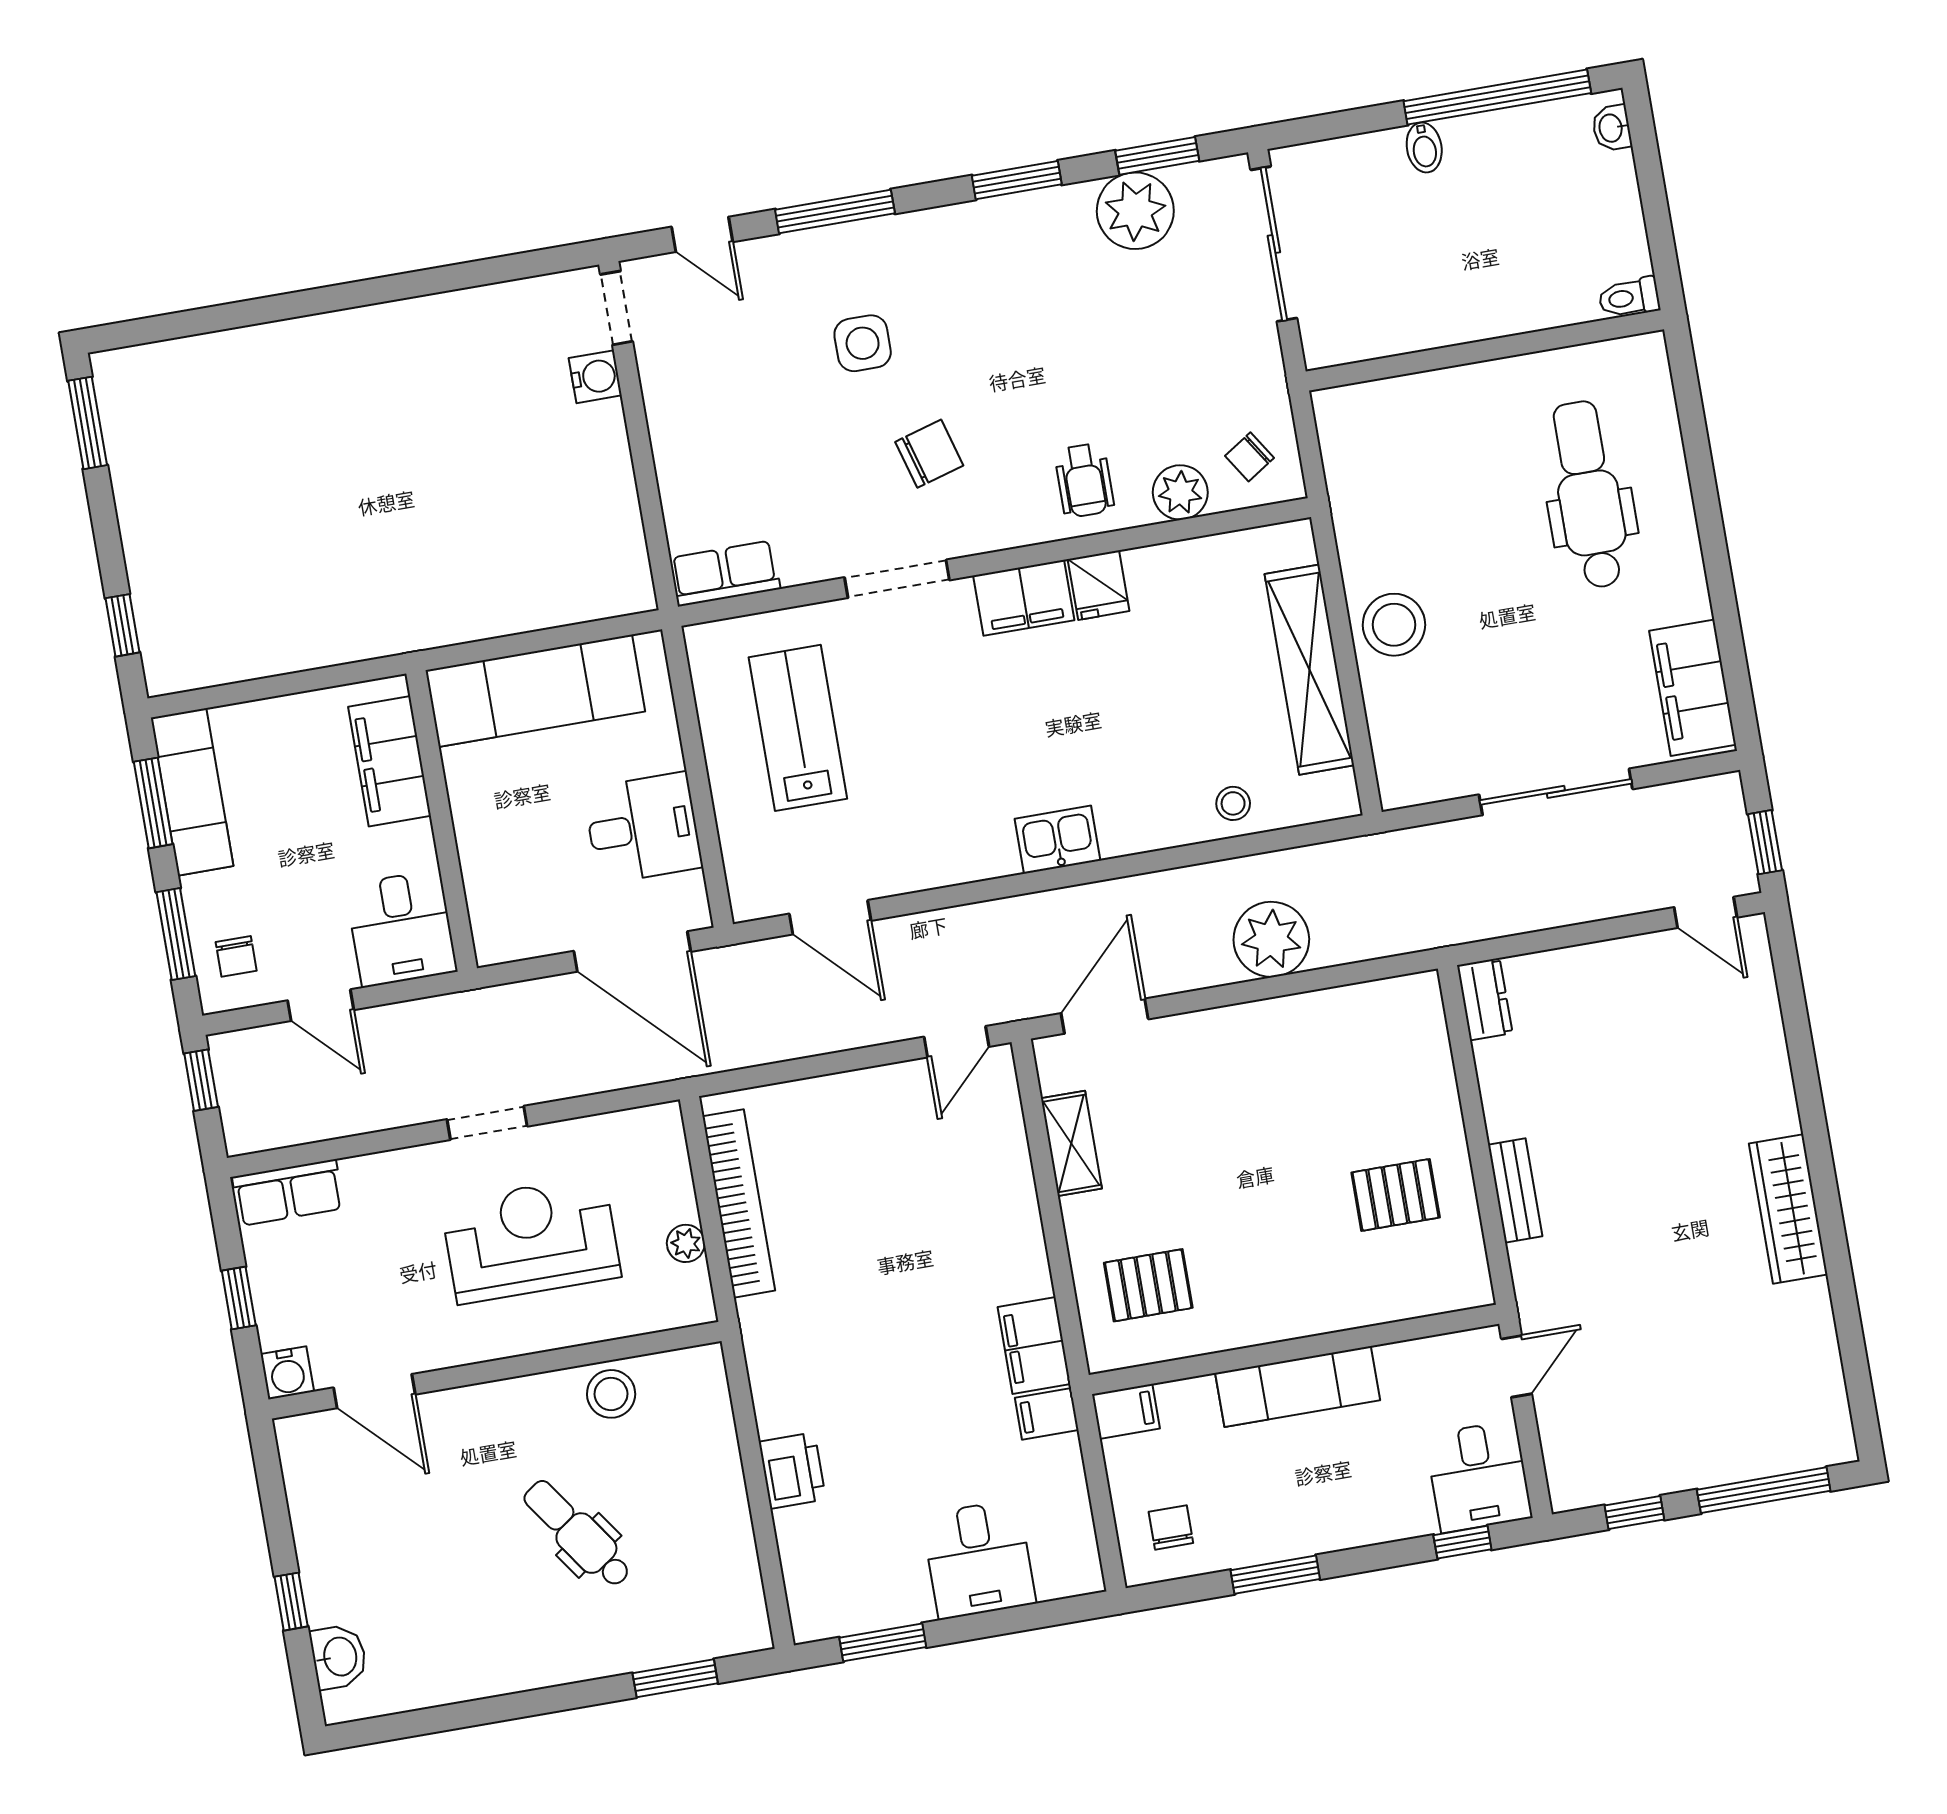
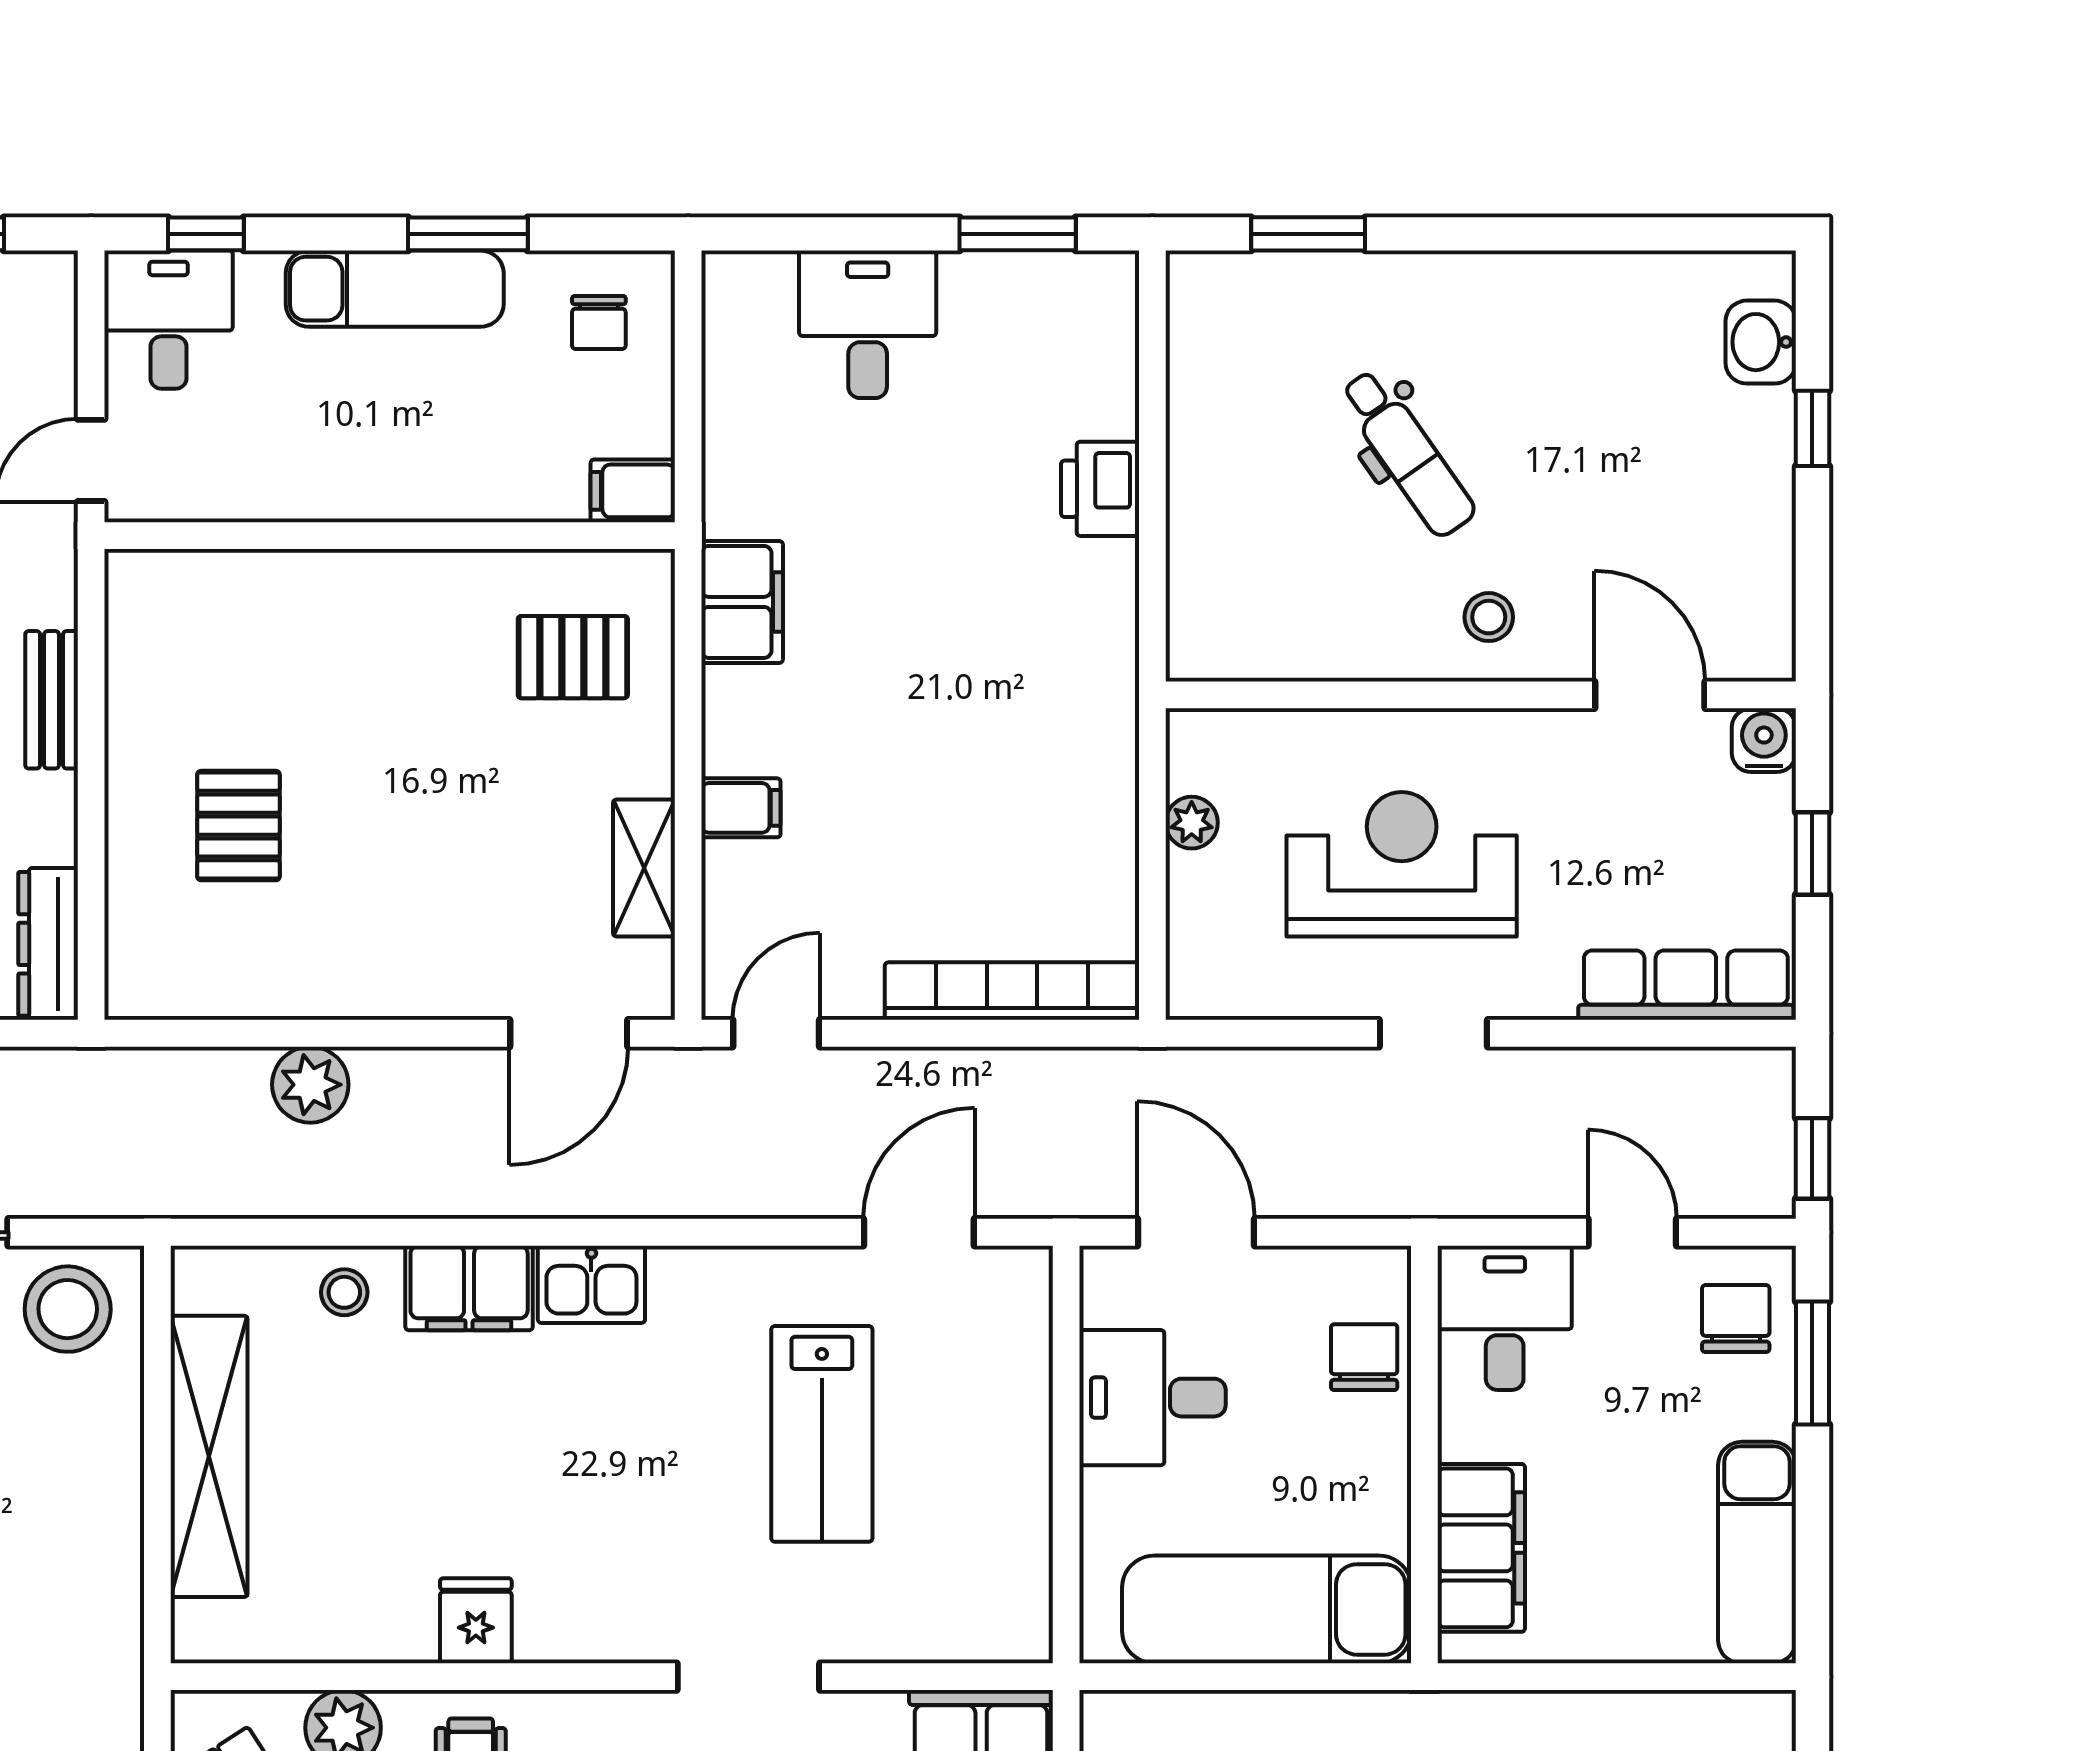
filing cabinet: (1024, 598) -> (469, 1288), moved, turned 180
stool: (1394, 625) -> (68, 1309), moved
lab bench: (798, 728) -> (822, 1434), moved
window: (153, 803) -> (1812, 1547), removed
chair: (497, 883) -> (1364, 1357), added
door: (830, 917) -> (919, 1232), hinge flipped
plant: (1271, 939) -> (310, 1085), width x0.73, depth x0.73
door: (632, 951) -> (1196, 1232), width x0.73
chair: (236, 956) -> (1736, 1319), width x1.37, depth x1.37
dresser: (1485, 999) -> (48, 944), width x1.44
row of seats: (288, 1193) -> (1686, 985), width x1.48
pallet: (1396, 1195) -> (238, 826), moved, turned 90
bookcase: (739, 1203) -> (1012, 991), moved, turned 90
reception desk: (531, 1240) -> (1402, 864), turned 180
exam couch: (1298, 1387) -> (395, 289), moved, turned 180
stool: (611, 1394) -> (1489, 617), moved, width x0.73, depth x0.73
filing cabinet: (1047, 1414) -> (741, 808), moved

